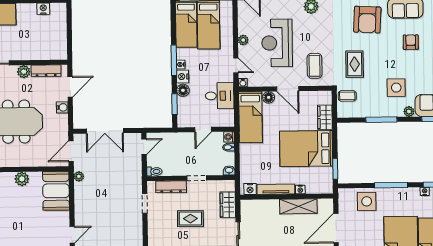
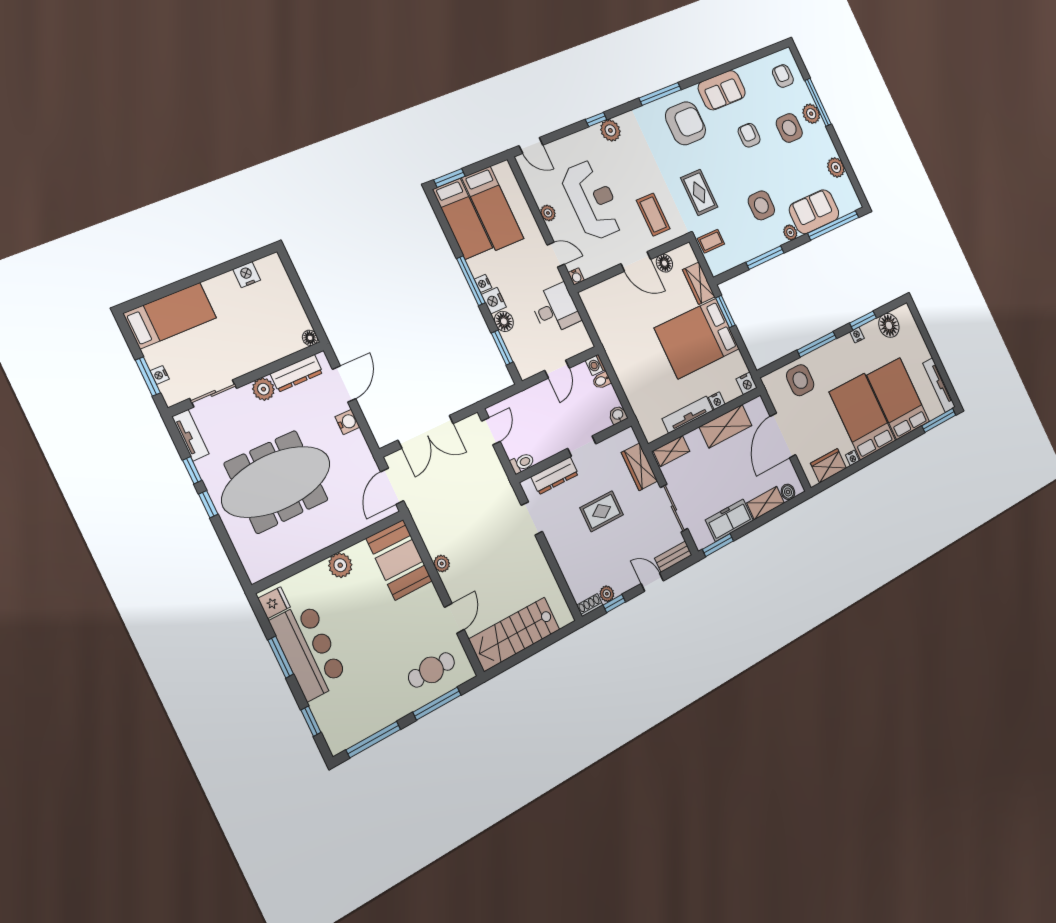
armchair: (367, 20) -> (686, 123), turned -93
reception desk: (277, 43) -> (593, 200), turned 180
floor lamp: (63, 55) -> (310, 338), added
floor lamp: (269, 97) -> (664, 263), moved
bed: (251, 117) -> (609, 323), removed
window: (335, 169) -> (725, 311), moved
plant: (79, 176) -> (442, 564), moved
nightstand: (250, 189) -> (747, 383), moved
shelving: (254, 205) -> (671, 451), added

